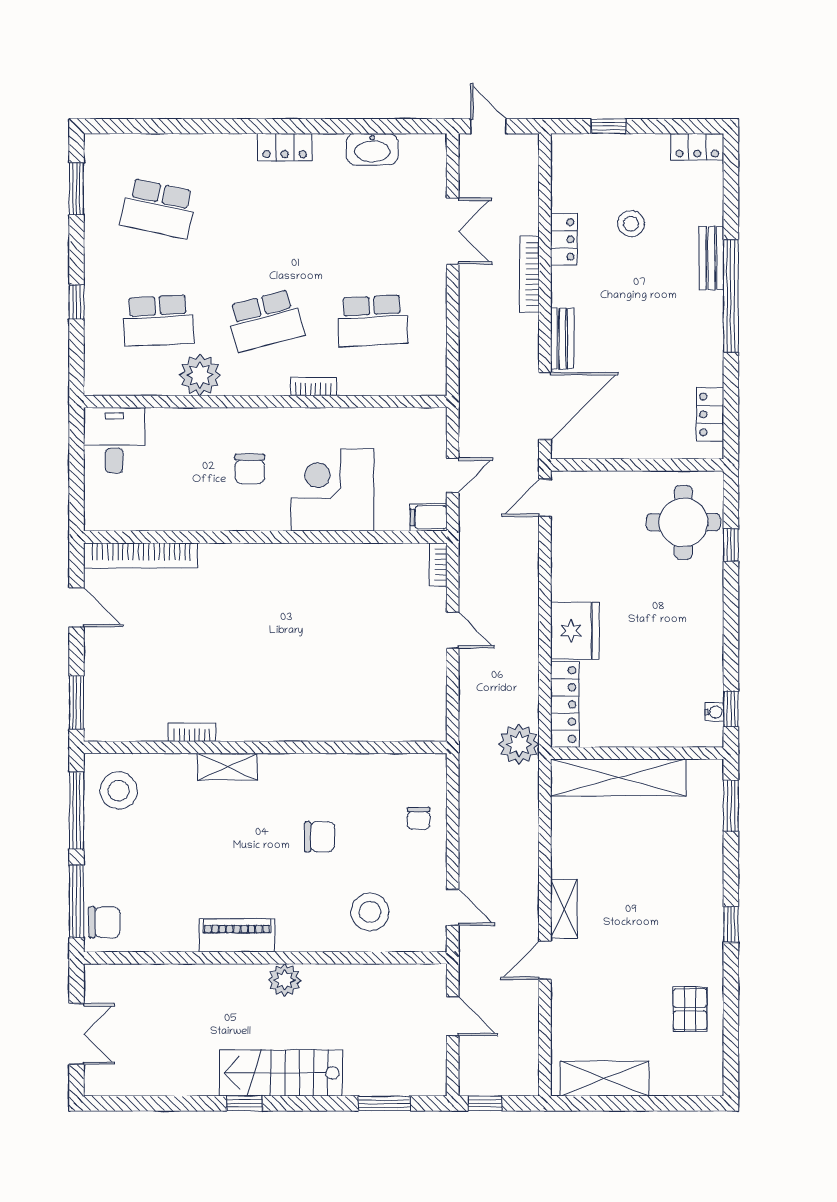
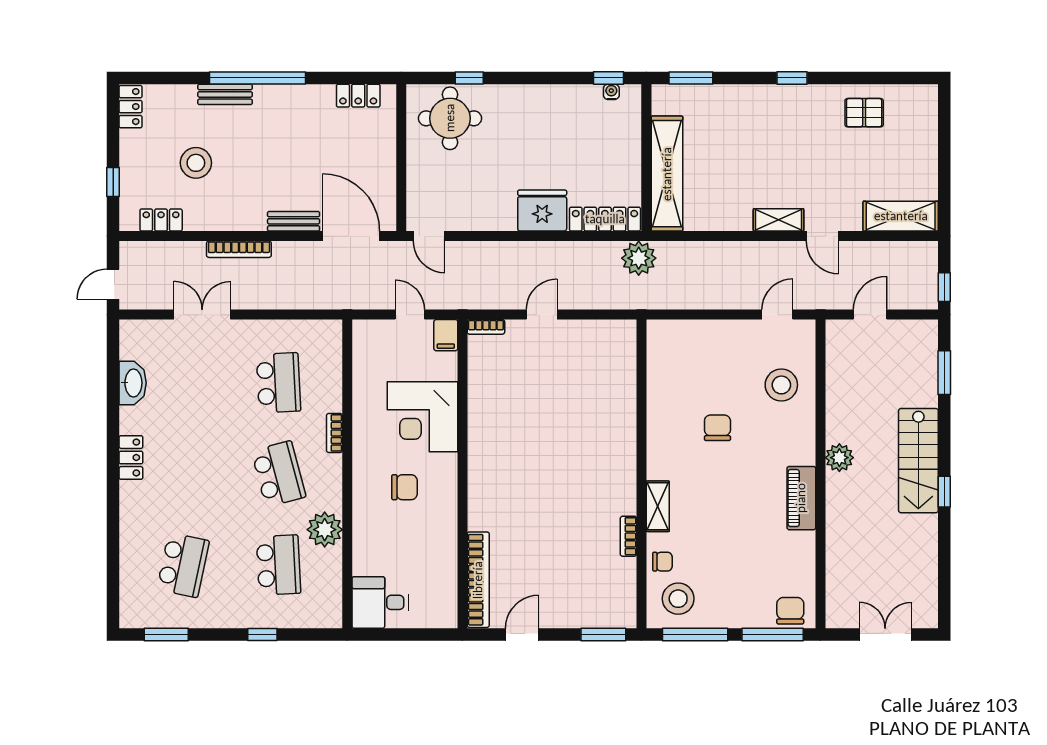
stool: (631, 224) -> (196, 163), width x1.38, depth x1.38
locker: (564, 239) -> (161, 220), moved
chair: (419, 818) -> (662, 562), moved
shelving: (605, 1079) -> (901, 216), moved, turned 90

